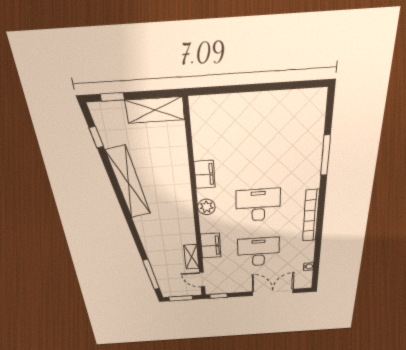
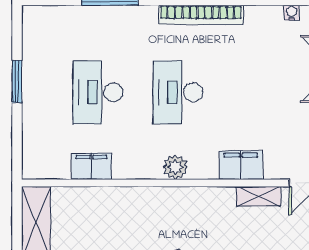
window: (267, 87) -> (17, 81), added
filing cabinet: (205, 174) -> (91, 166), moved
desk: (258, 252) -> (98, 92), moved

